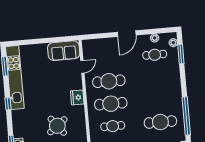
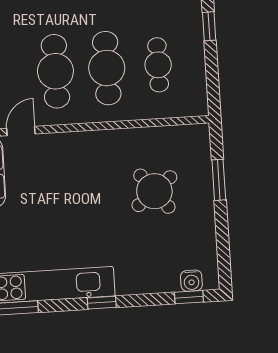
door: (82, 67) -> (21, 131), hinge flipped
fridge: (77, 97) -> (91, 144), removed

